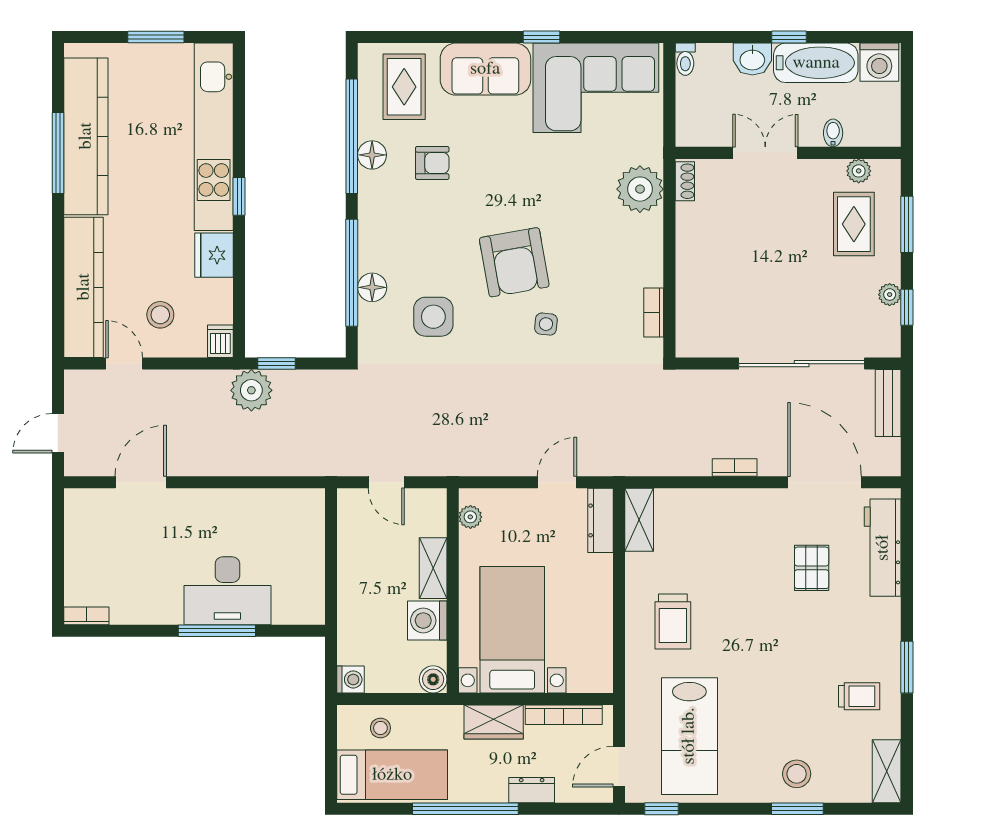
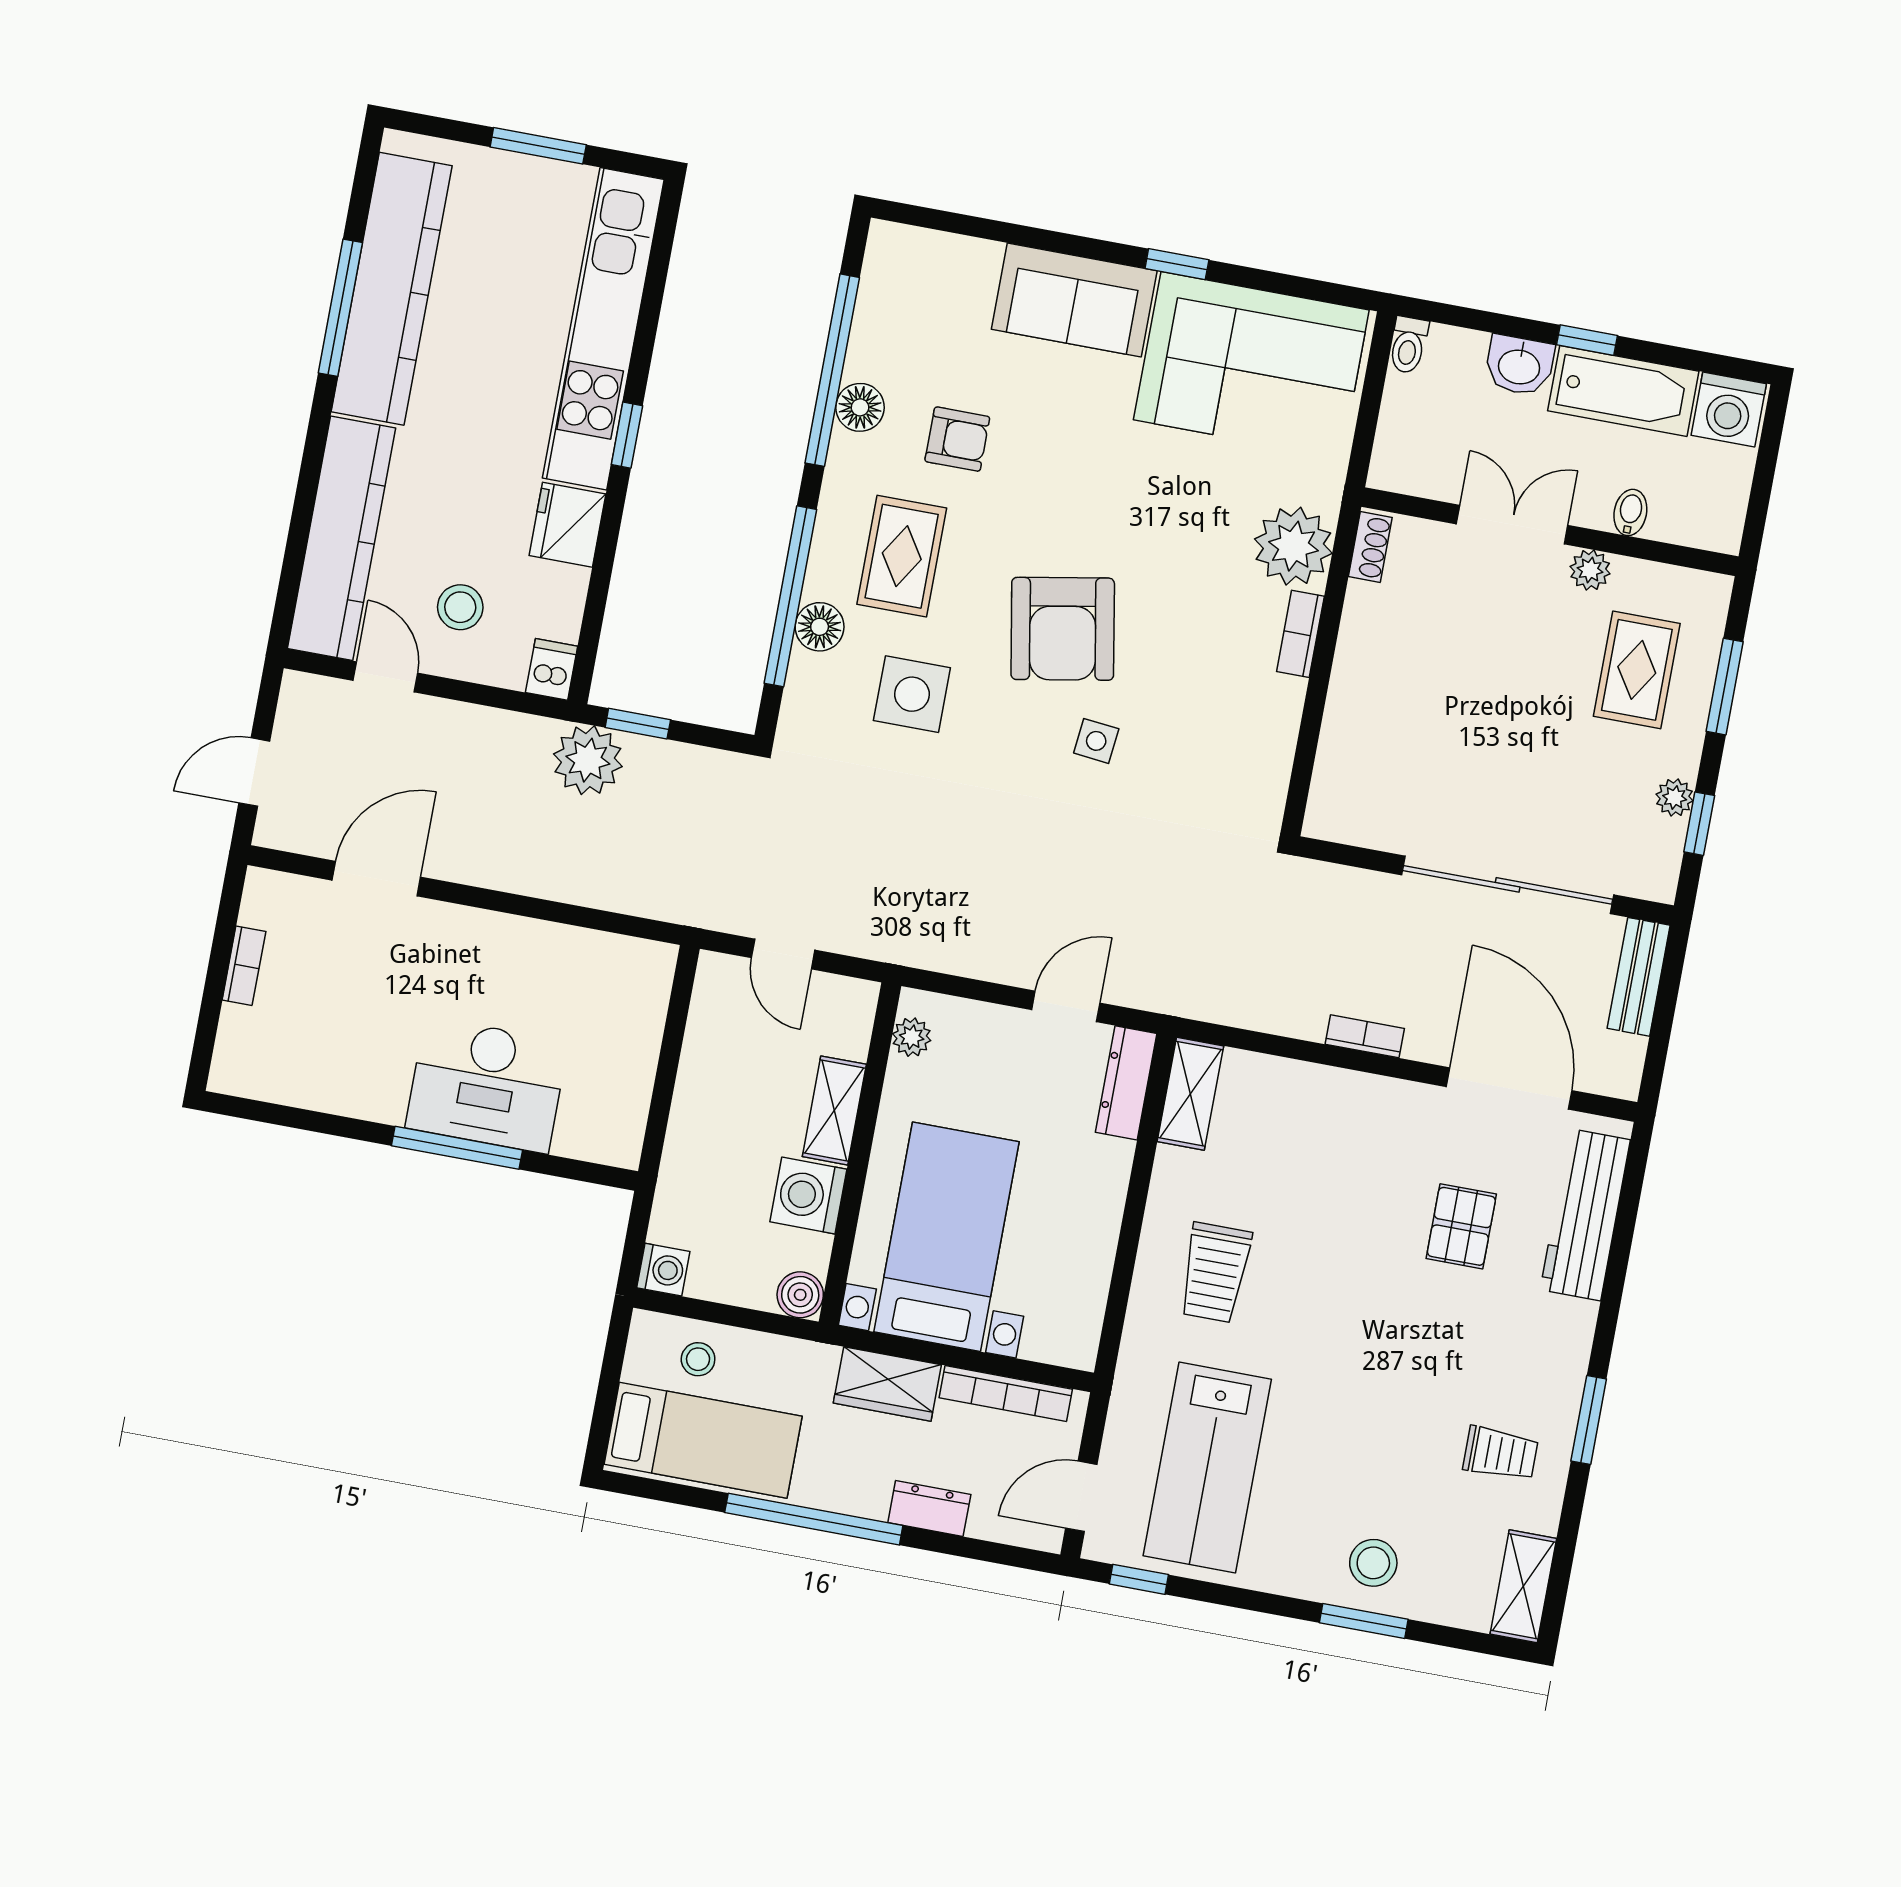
rug: (404, 87) -> (902, 556), moved
plant: (859, 171) -> (1590, 570), moved
bookcase: (654, 312) -> (1300, 634), moved
bookcase: (86, 616) -> (244, 966), moved, turned 90

